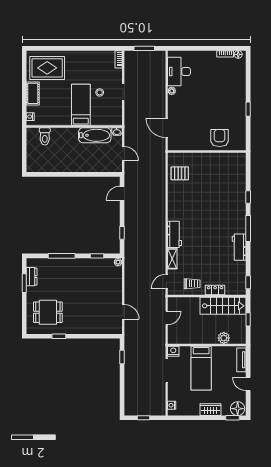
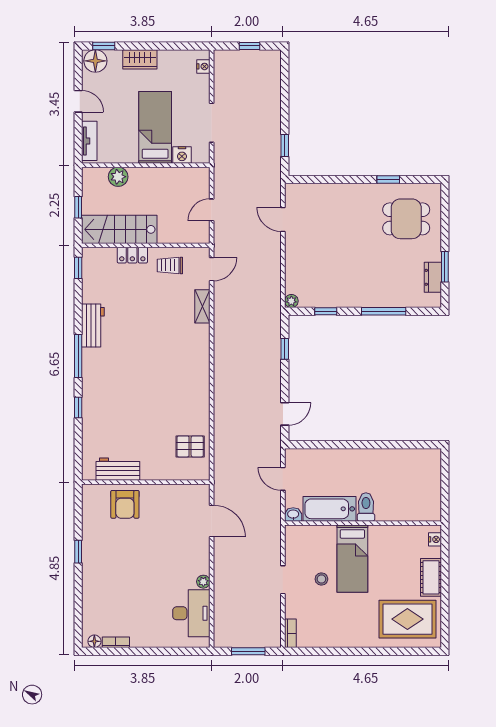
toilet: (45, 136) -> (366, 507), moved
workbench: (175, 234) -> (118, 469), moved, turned 90
nightstand: (173, 351) -> (182, 155), moved

